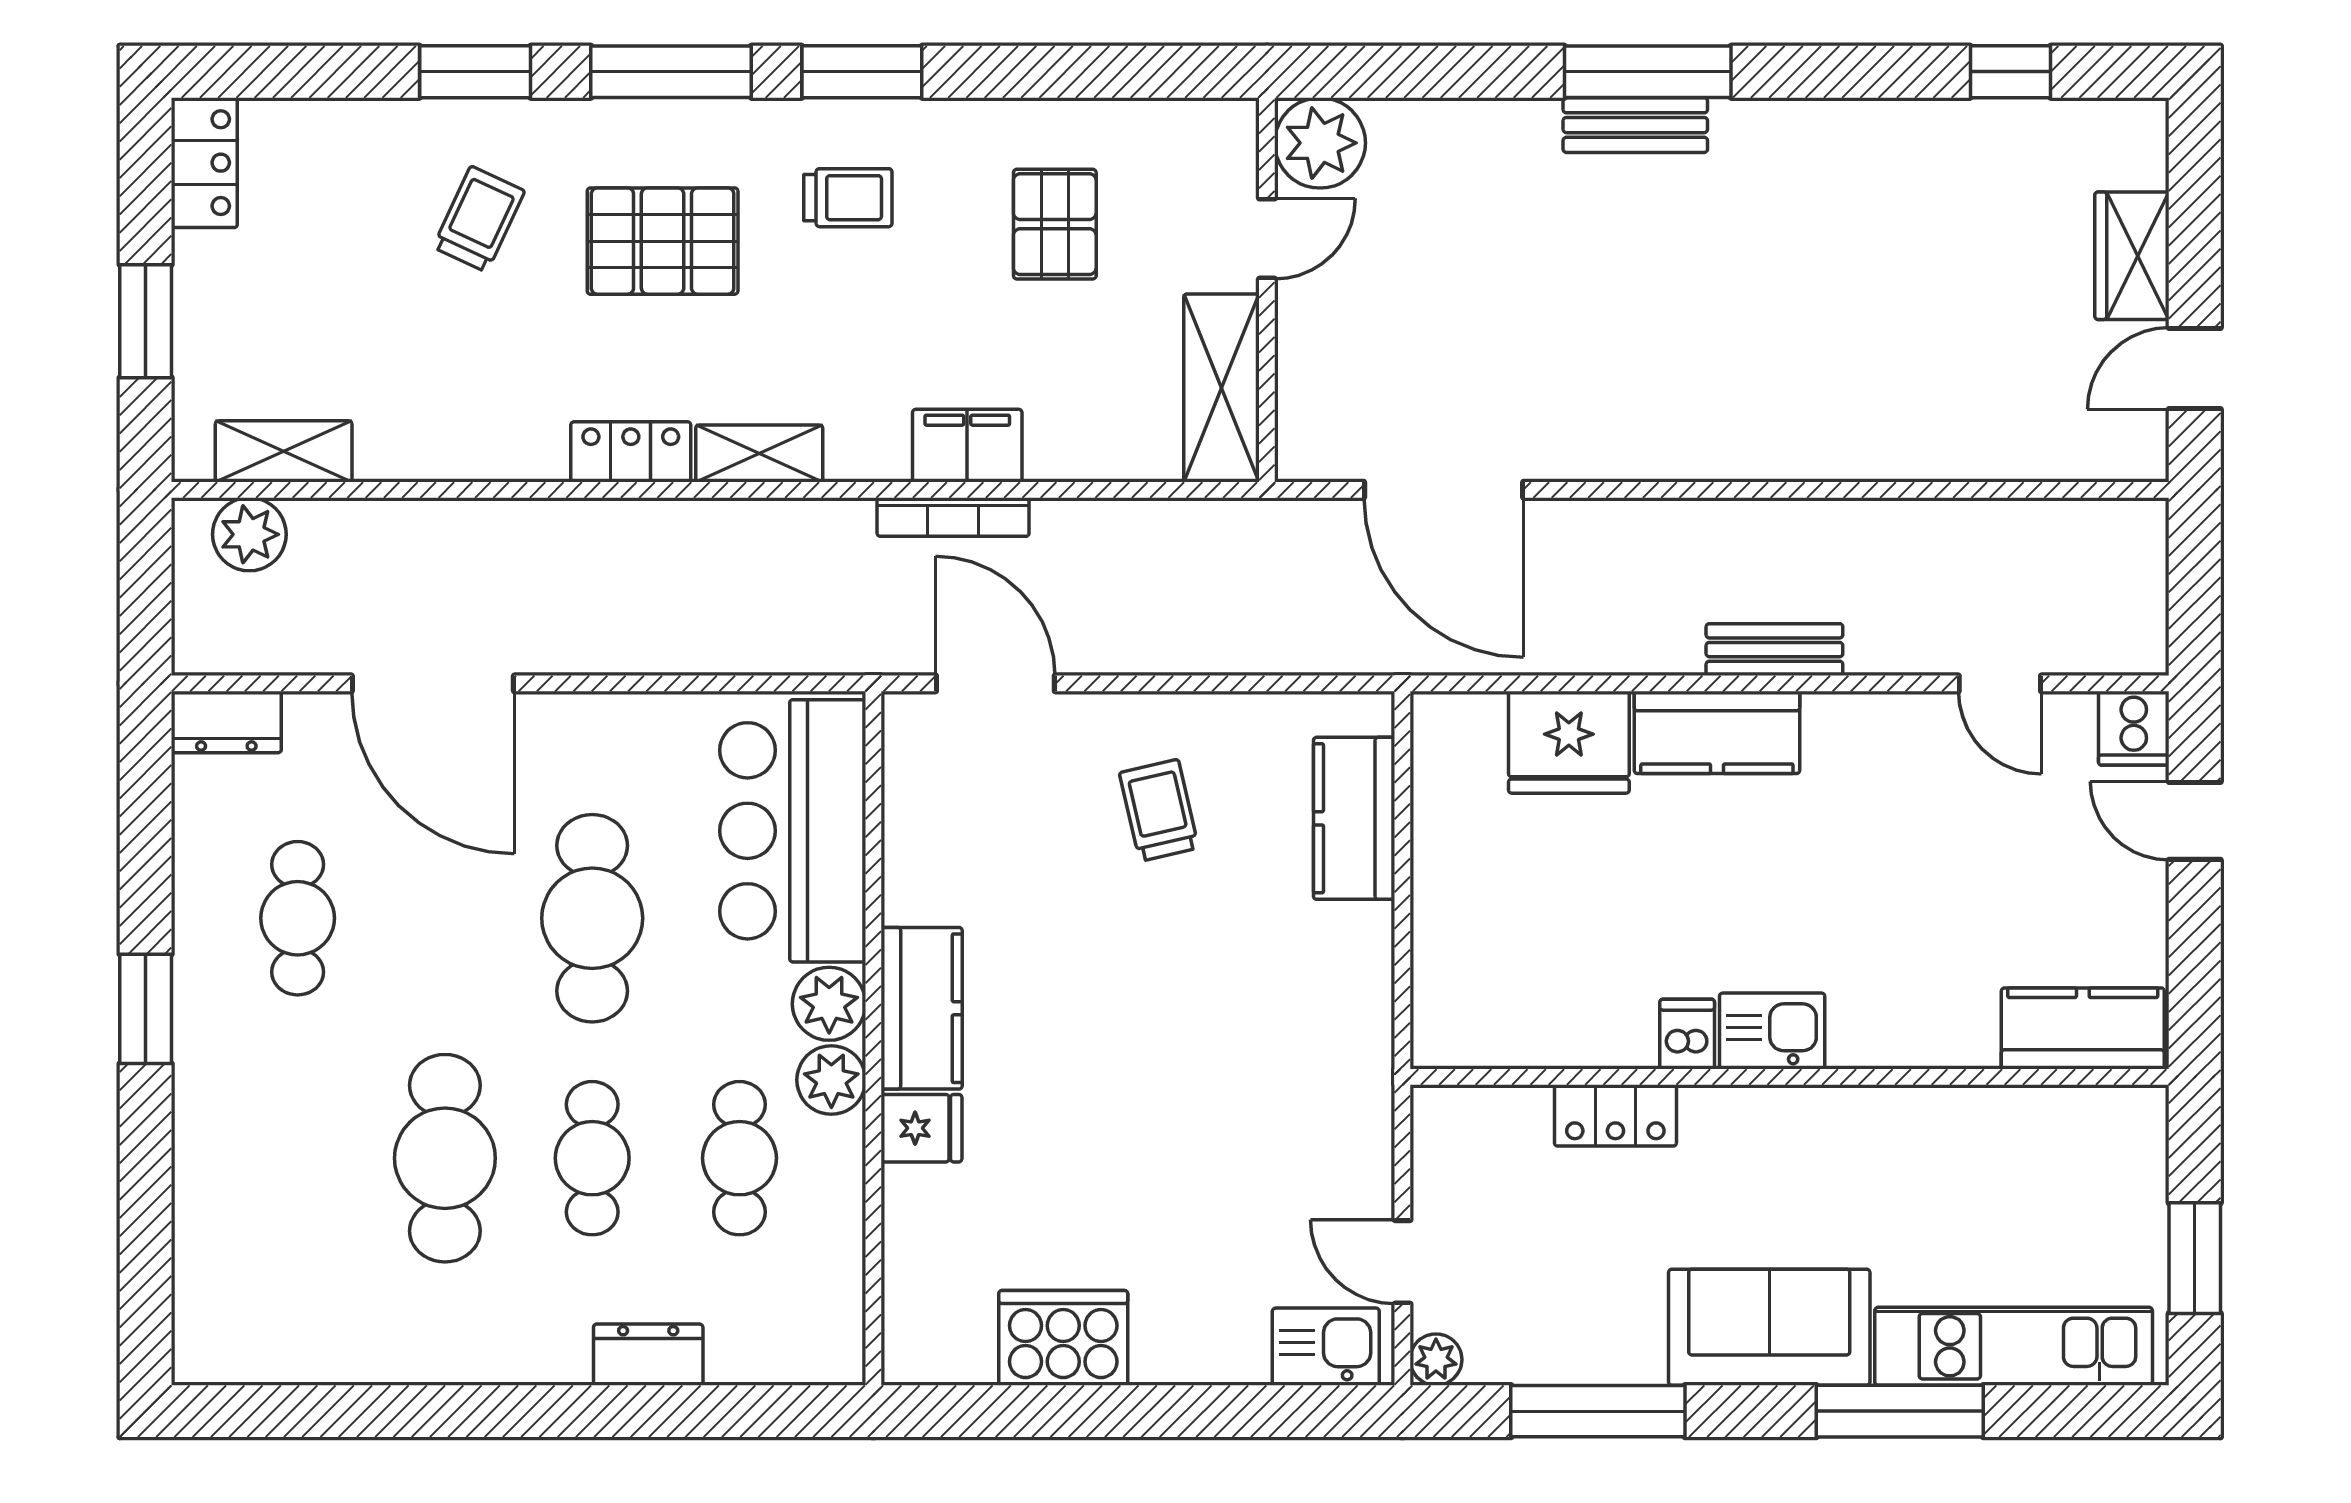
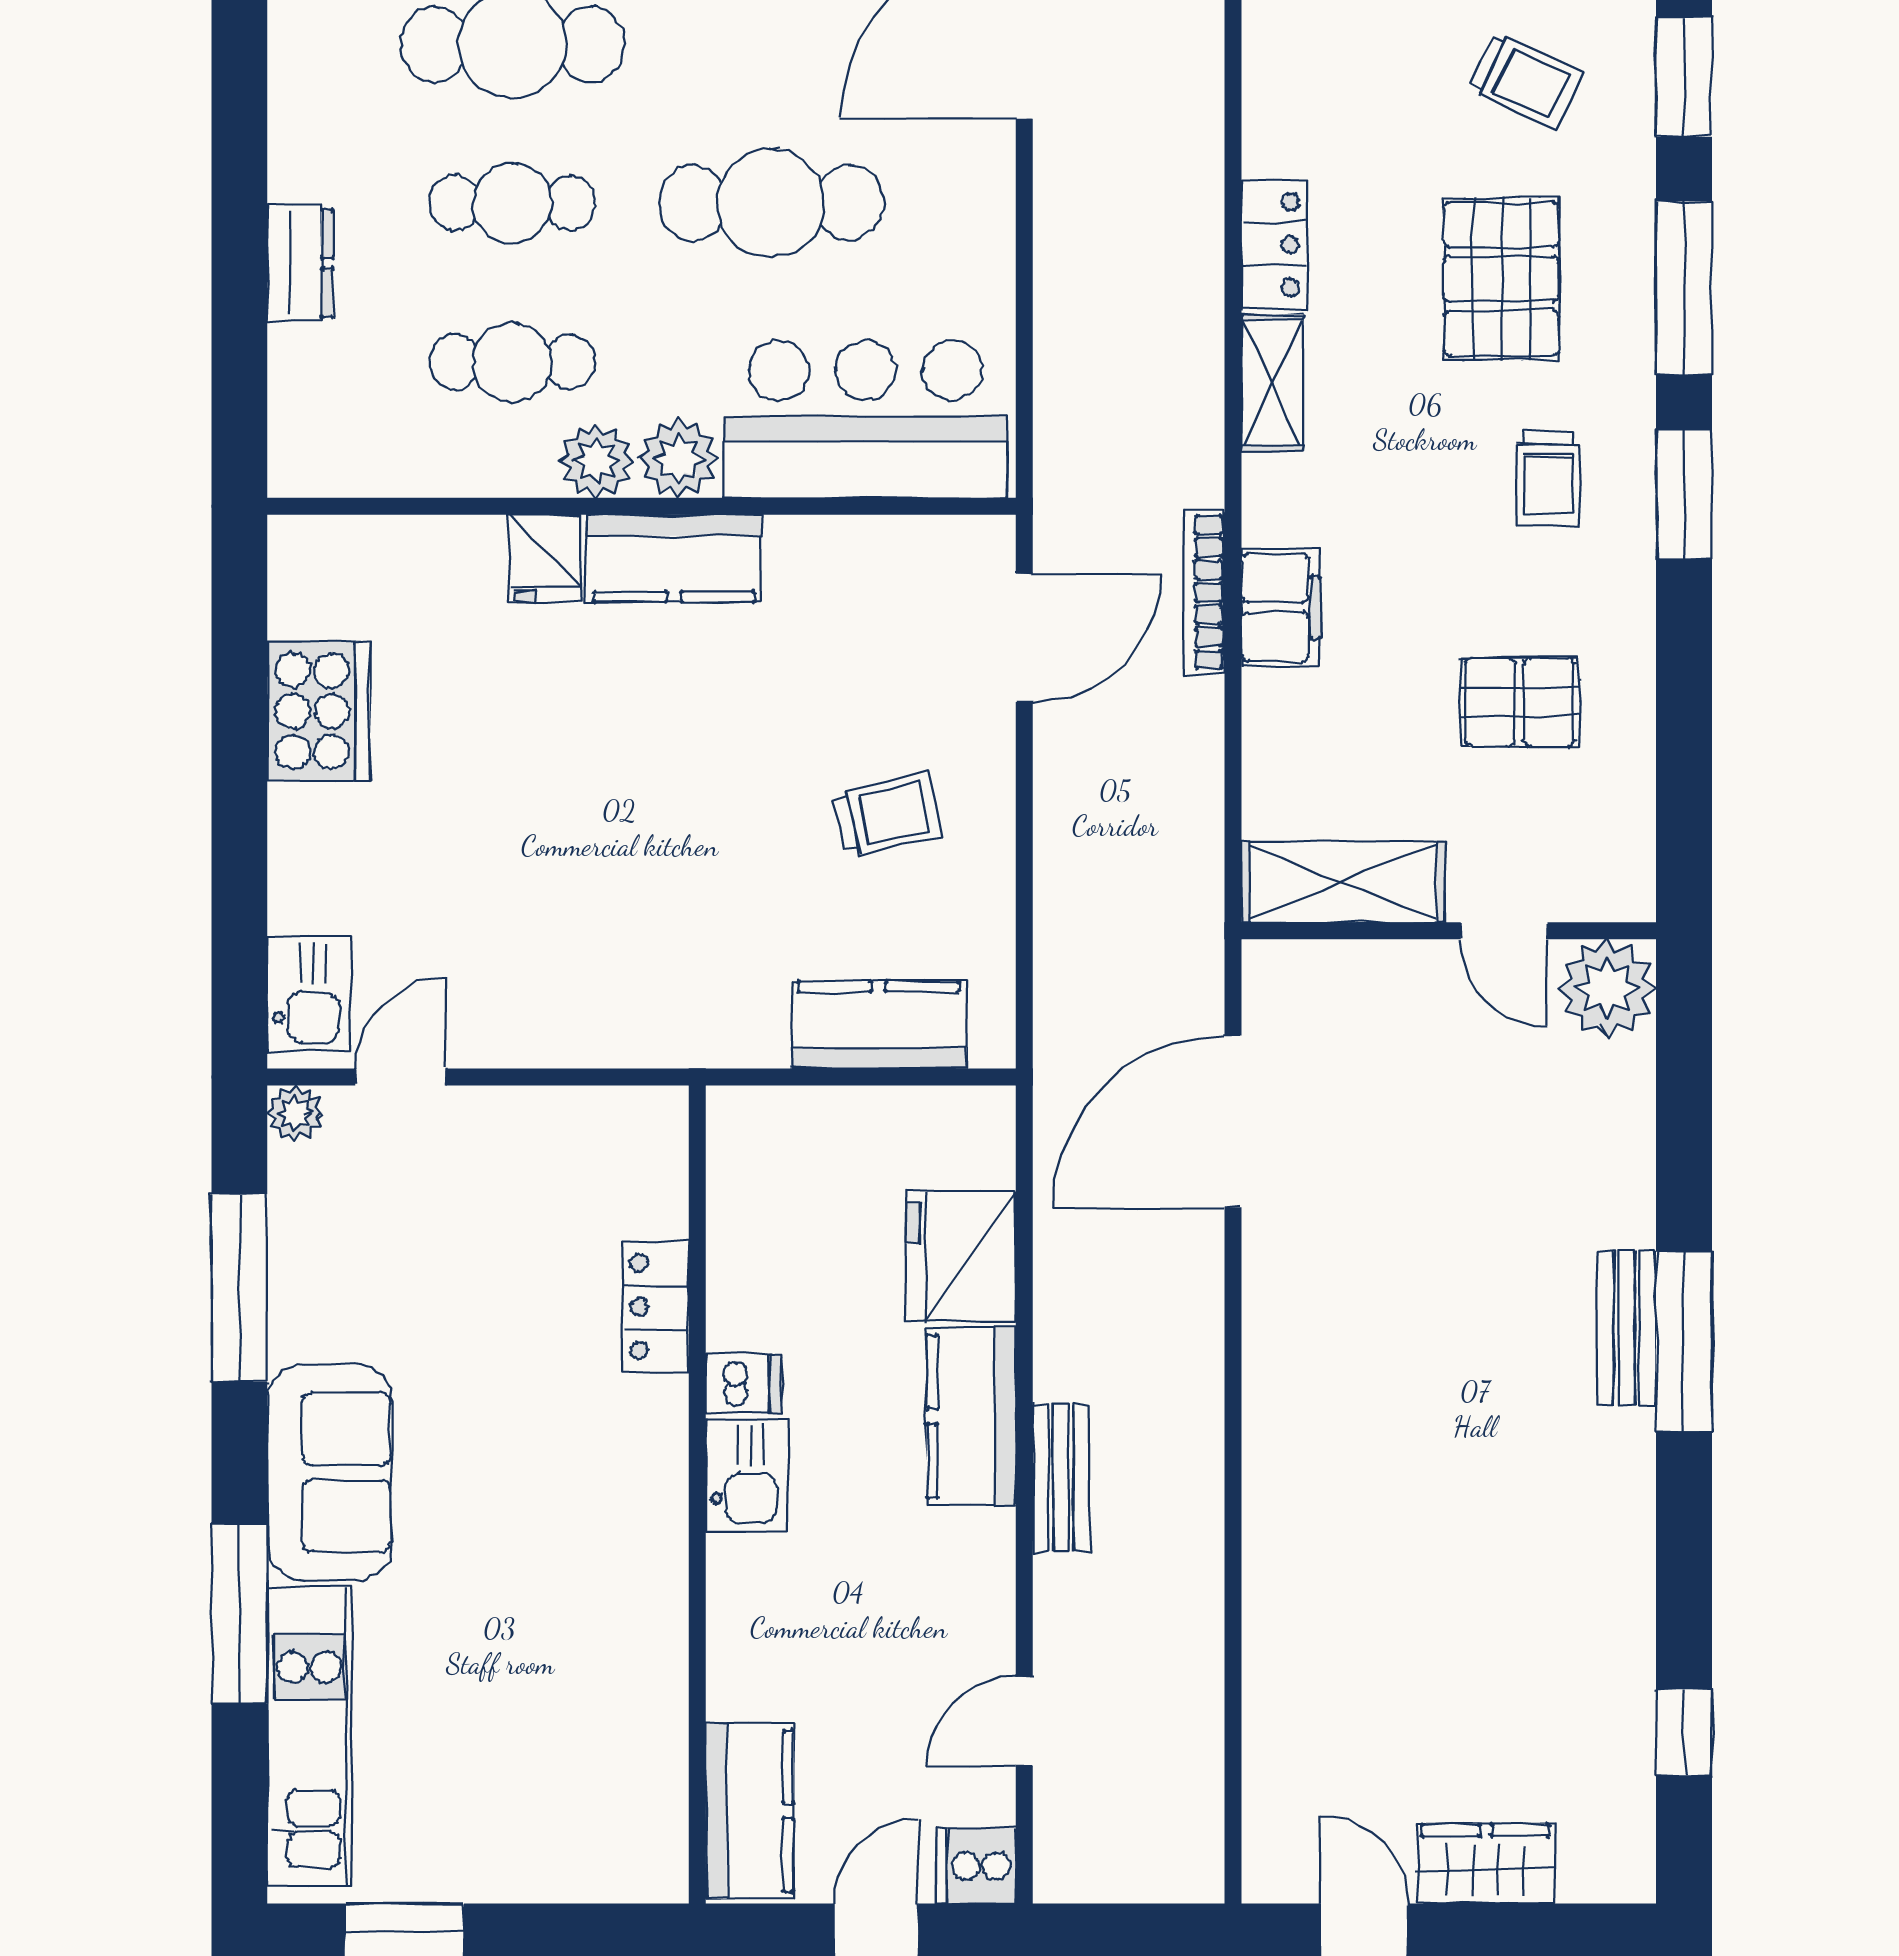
kitchen counter: (2083, 1029) -> (749, 1811), moved
kitchen sink: (1772, 1031) -> (747, 1476), moved
dishwasher: (1687, 1034) -> (743, 1384), moved
wall: (1790, 1077) -> (697, 1494), moved
locker: (1615, 1115) -> (656, 1307), moved

